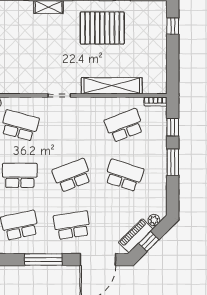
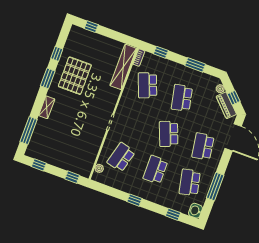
shelving: (112, 86) -> (123, 67), moved
window: (173, 162) -> (195, 65), moved
school desk: (124, 175) -> (182, 98), turned -30
window: (43, 260) -> (215, 187), moved

